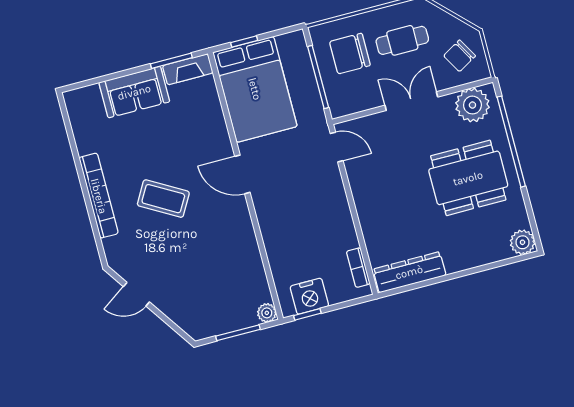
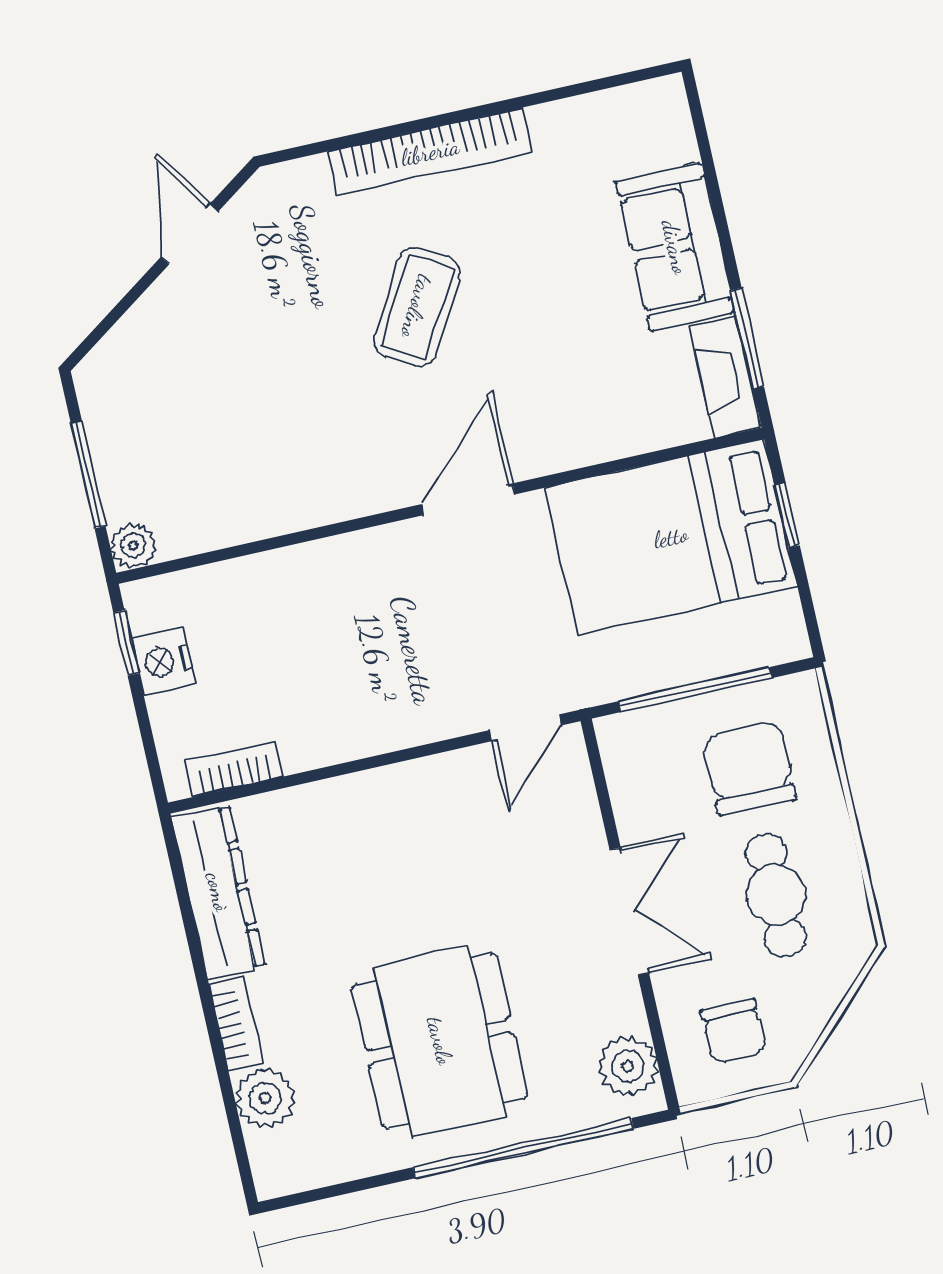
chair: (460, 56) -> (734, 1031), turned -150
plant: (472, 105) -> (628, 1066), width x0.73, depth x0.73
plant: (522, 242) -> (265, 1098), moved
bookcase: (464, 263) -> (236, 1024), added
nightstand: (309, 296) -> (163, 661), width x0.74, depth x0.75

